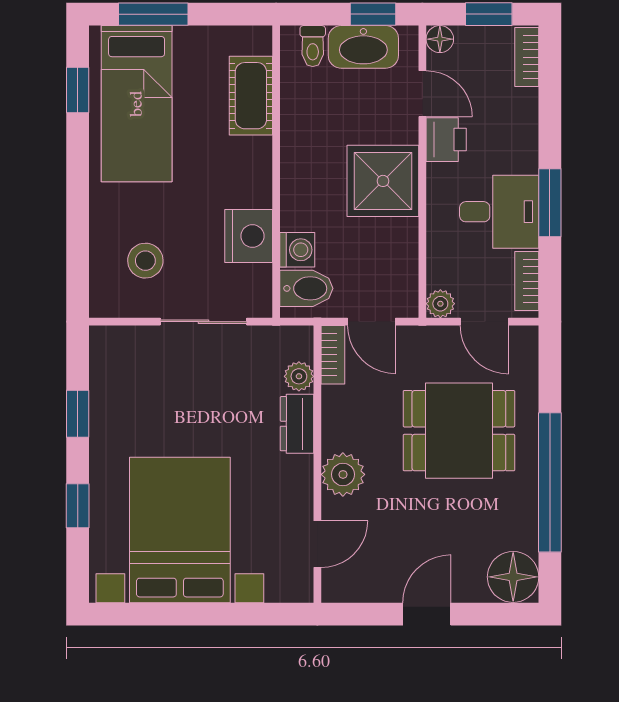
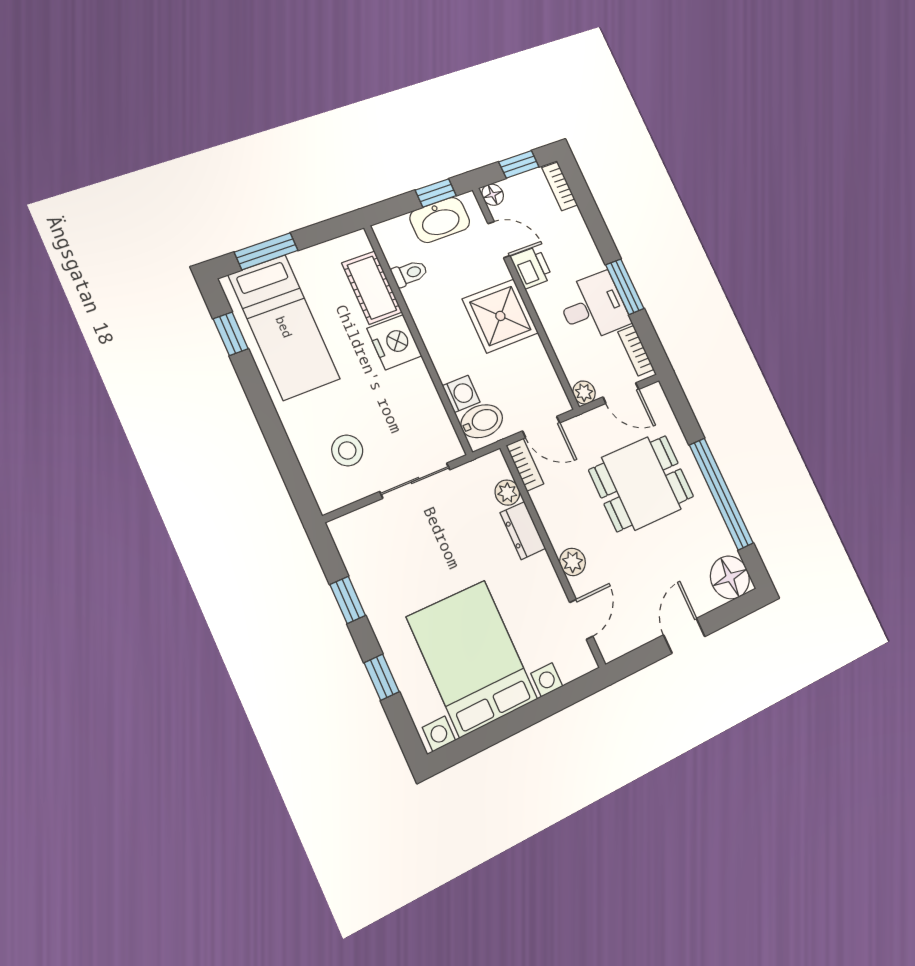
toilet: (313, 46) -> (410, 273), moved, turned -90
nightstand: (249, 236) -> (394, 342), moved
plant: (343, 474) -> (573, 562), width x0.73, depth x0.73

